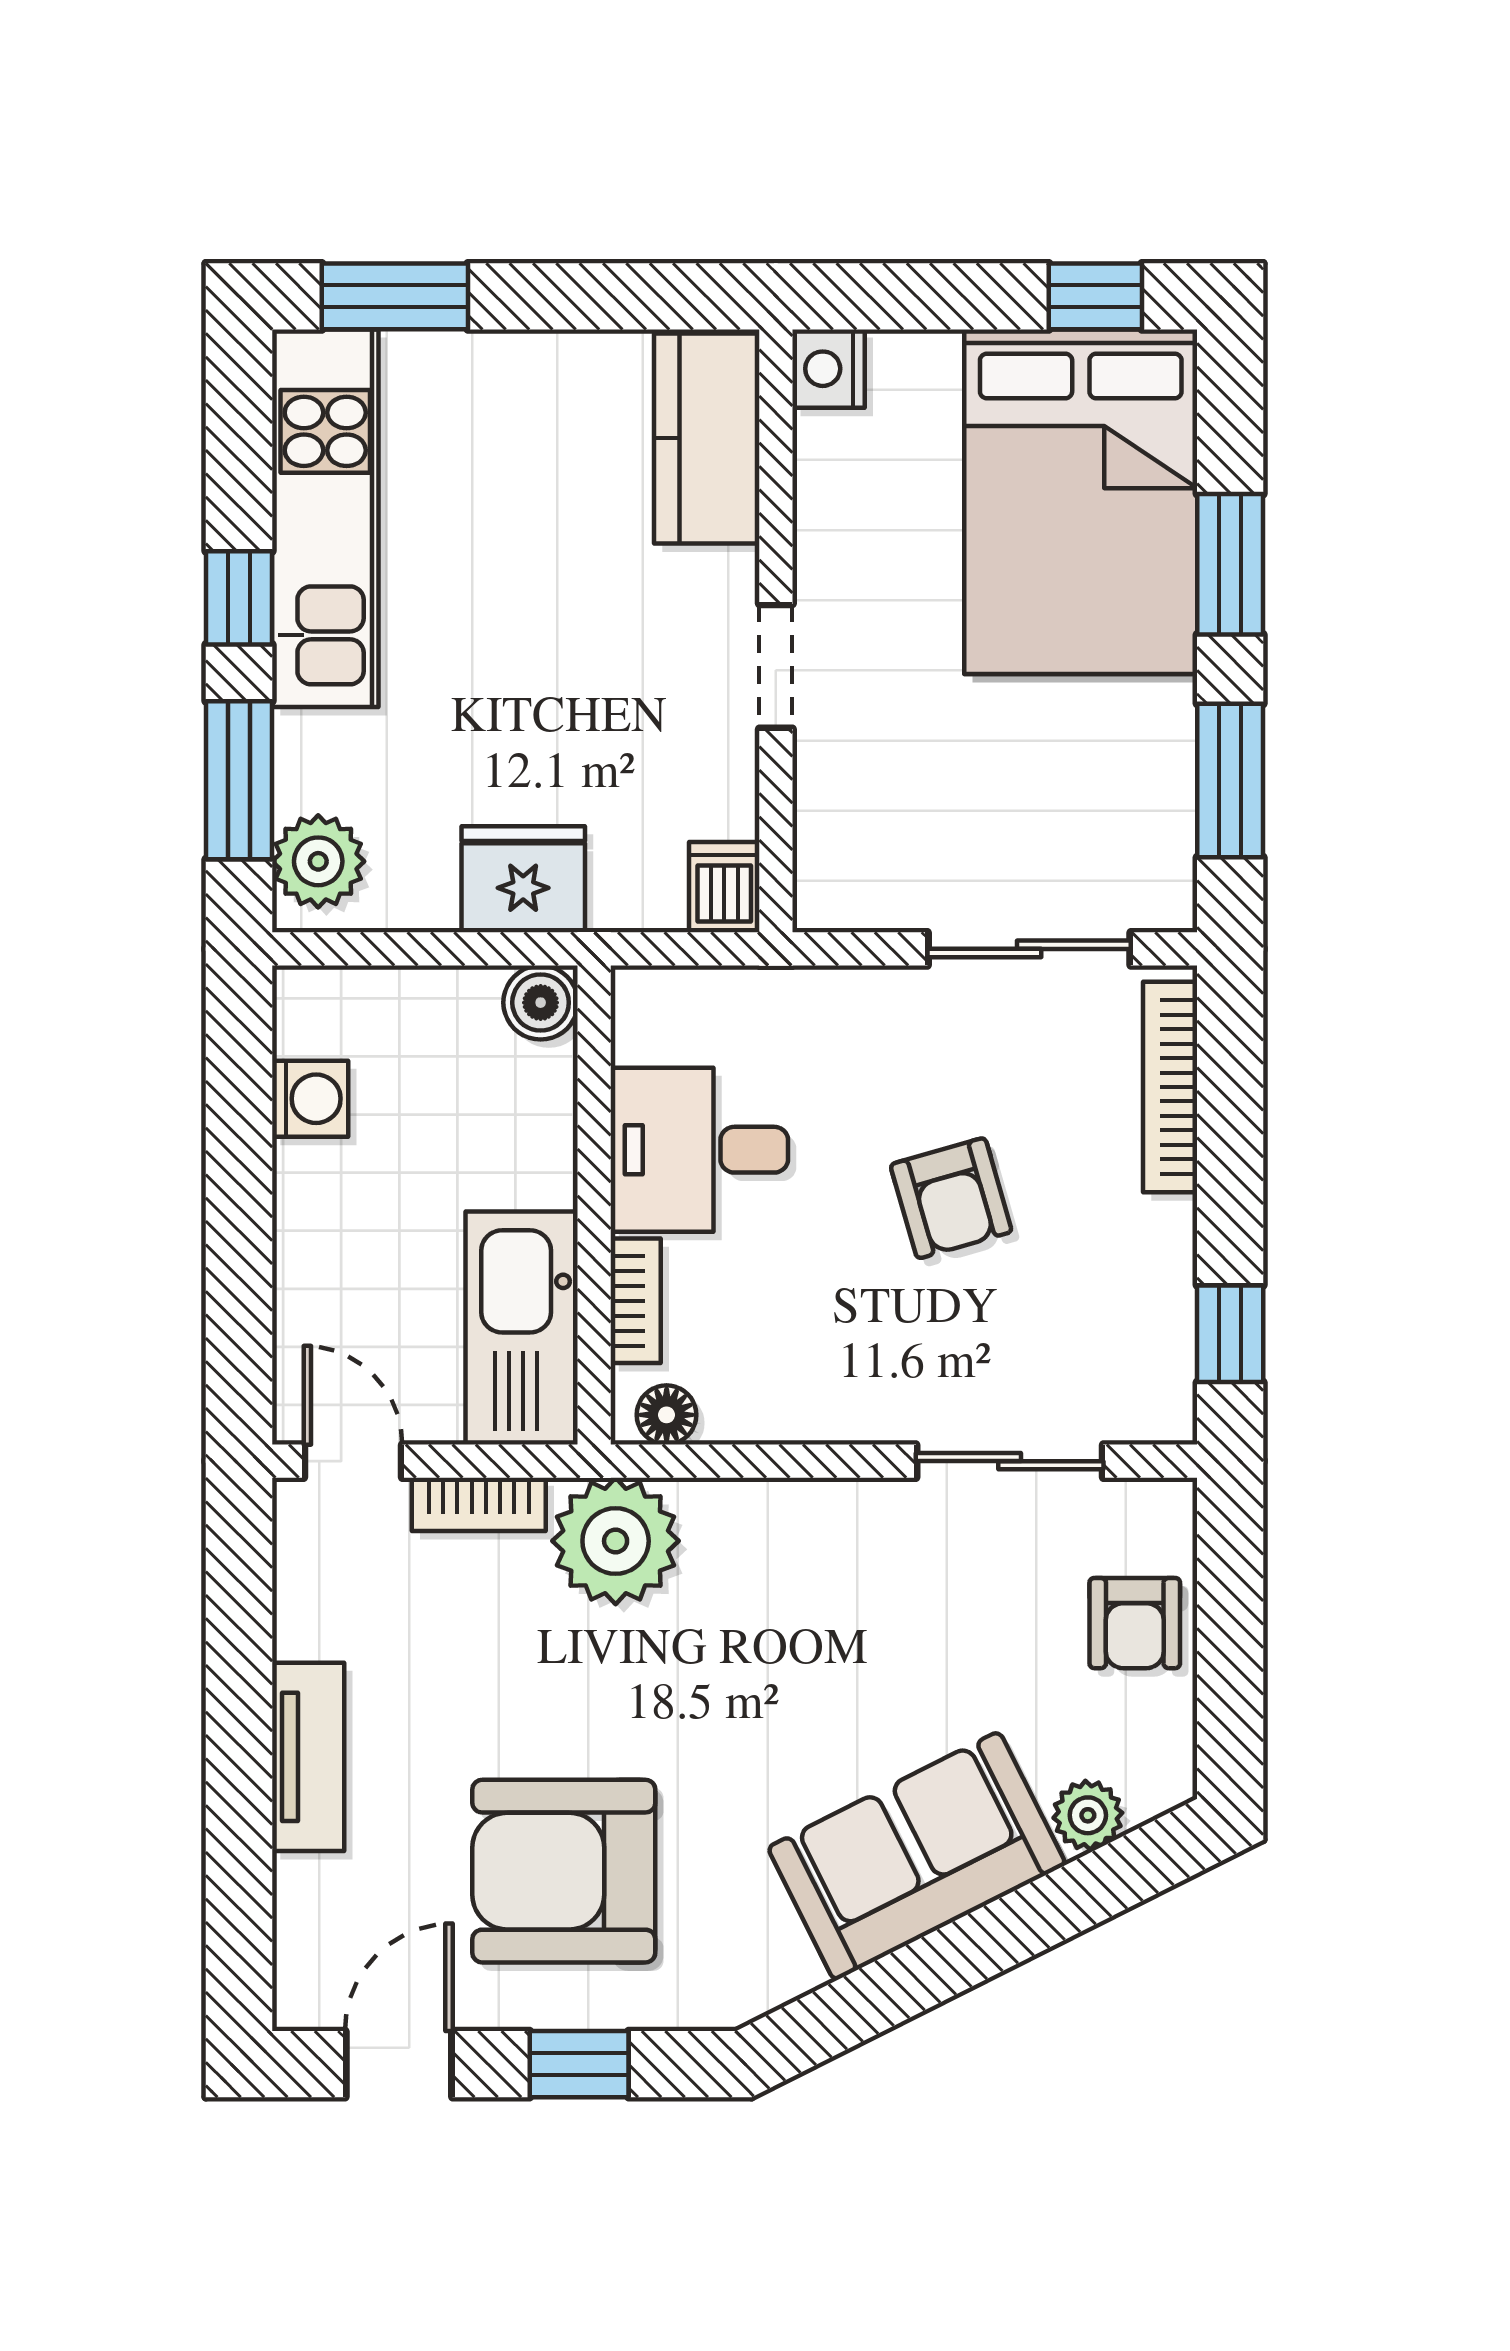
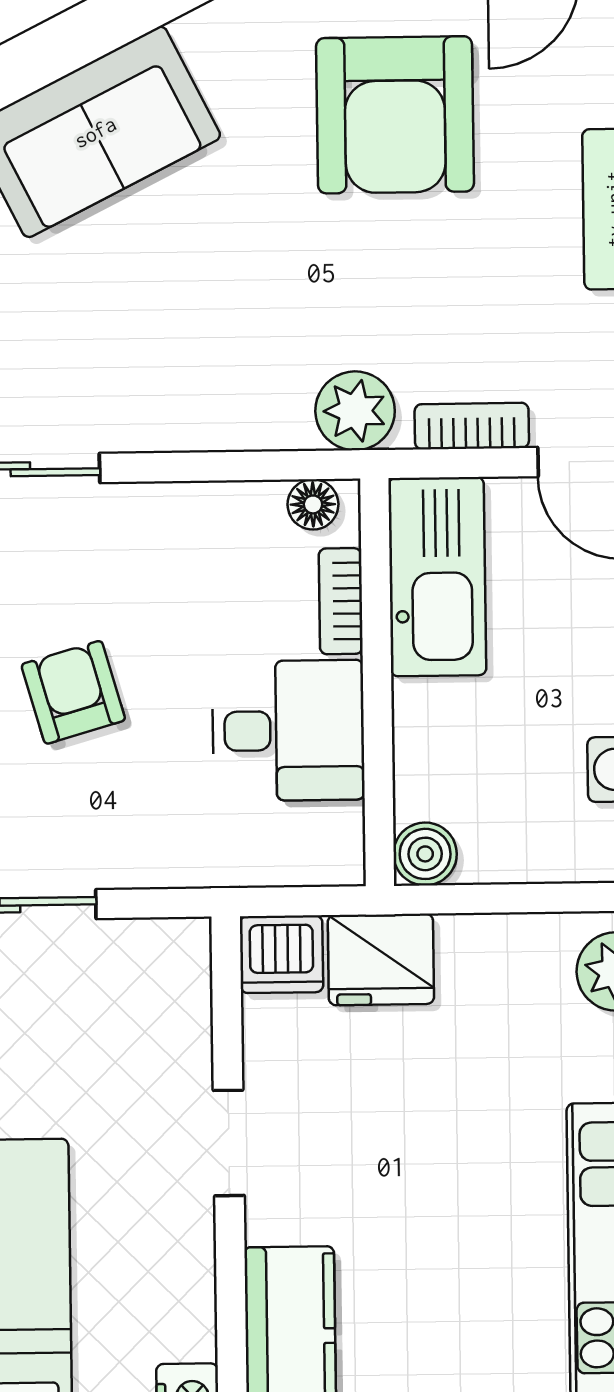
fridge: (523, 879) -> (381, 959), moved
dishwasher: (724, 887) -> (281, 954), width x1.38
plant: (616, 1541) -> (355, 411), width x0.73, depth x0.73
armchair: (564, 1871) -> (395, 115), turned 90

